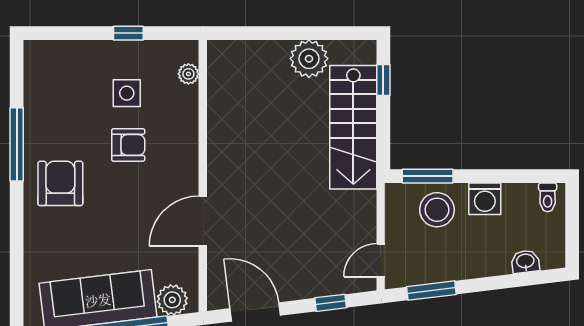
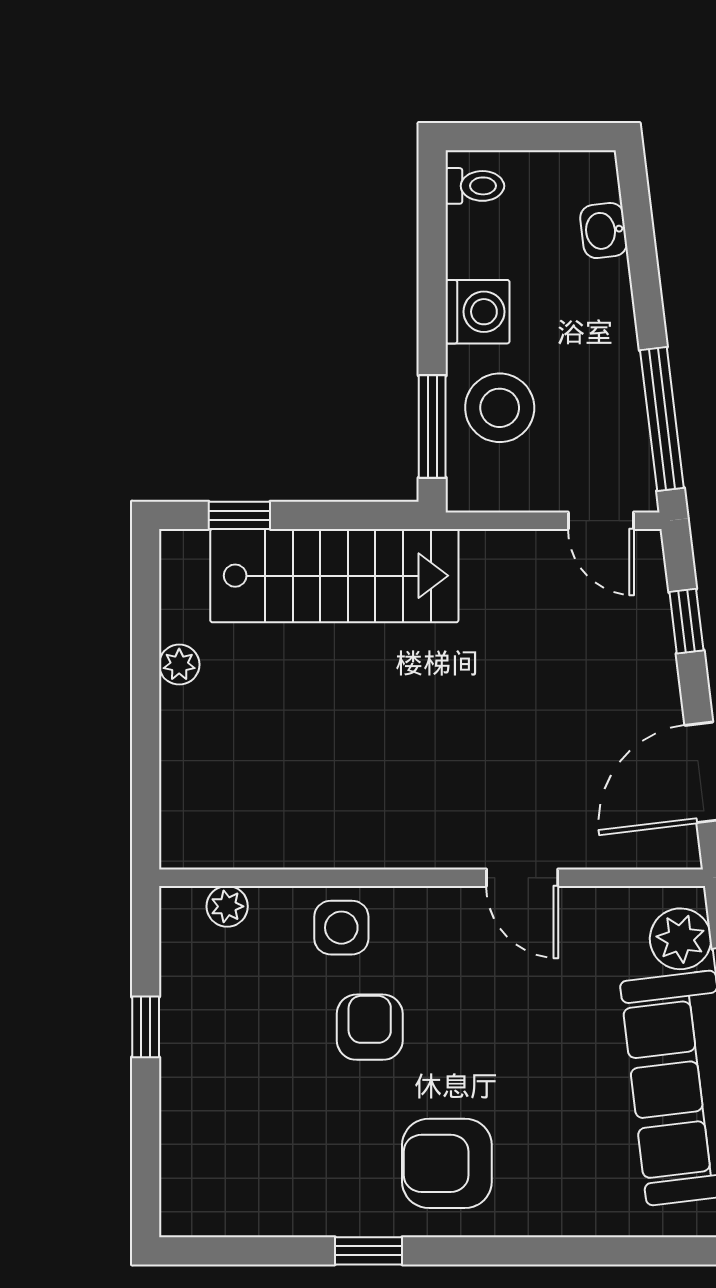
plant: (309, 59) -> (179, 665), width x0.53, depth x0.53
side table: (127, 93) -> (341, 928), moved
window: (17, 144) -> (369, 1251), width x0.46
door: (203, 221) -> (522, 878), width x0.73
window: (431, 291) -> (662, 419), width x1.44

